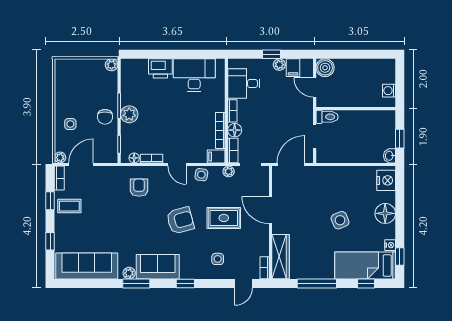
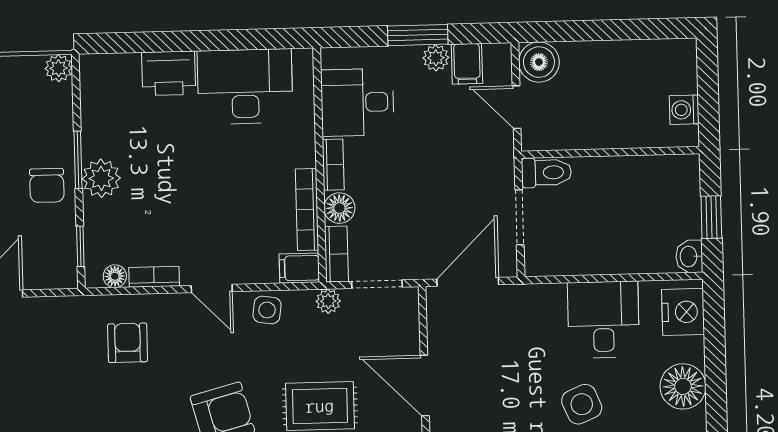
window: (272, 54) -> (418, 35), width x1.50
desk: (351, 183) -> (603, 320), added

